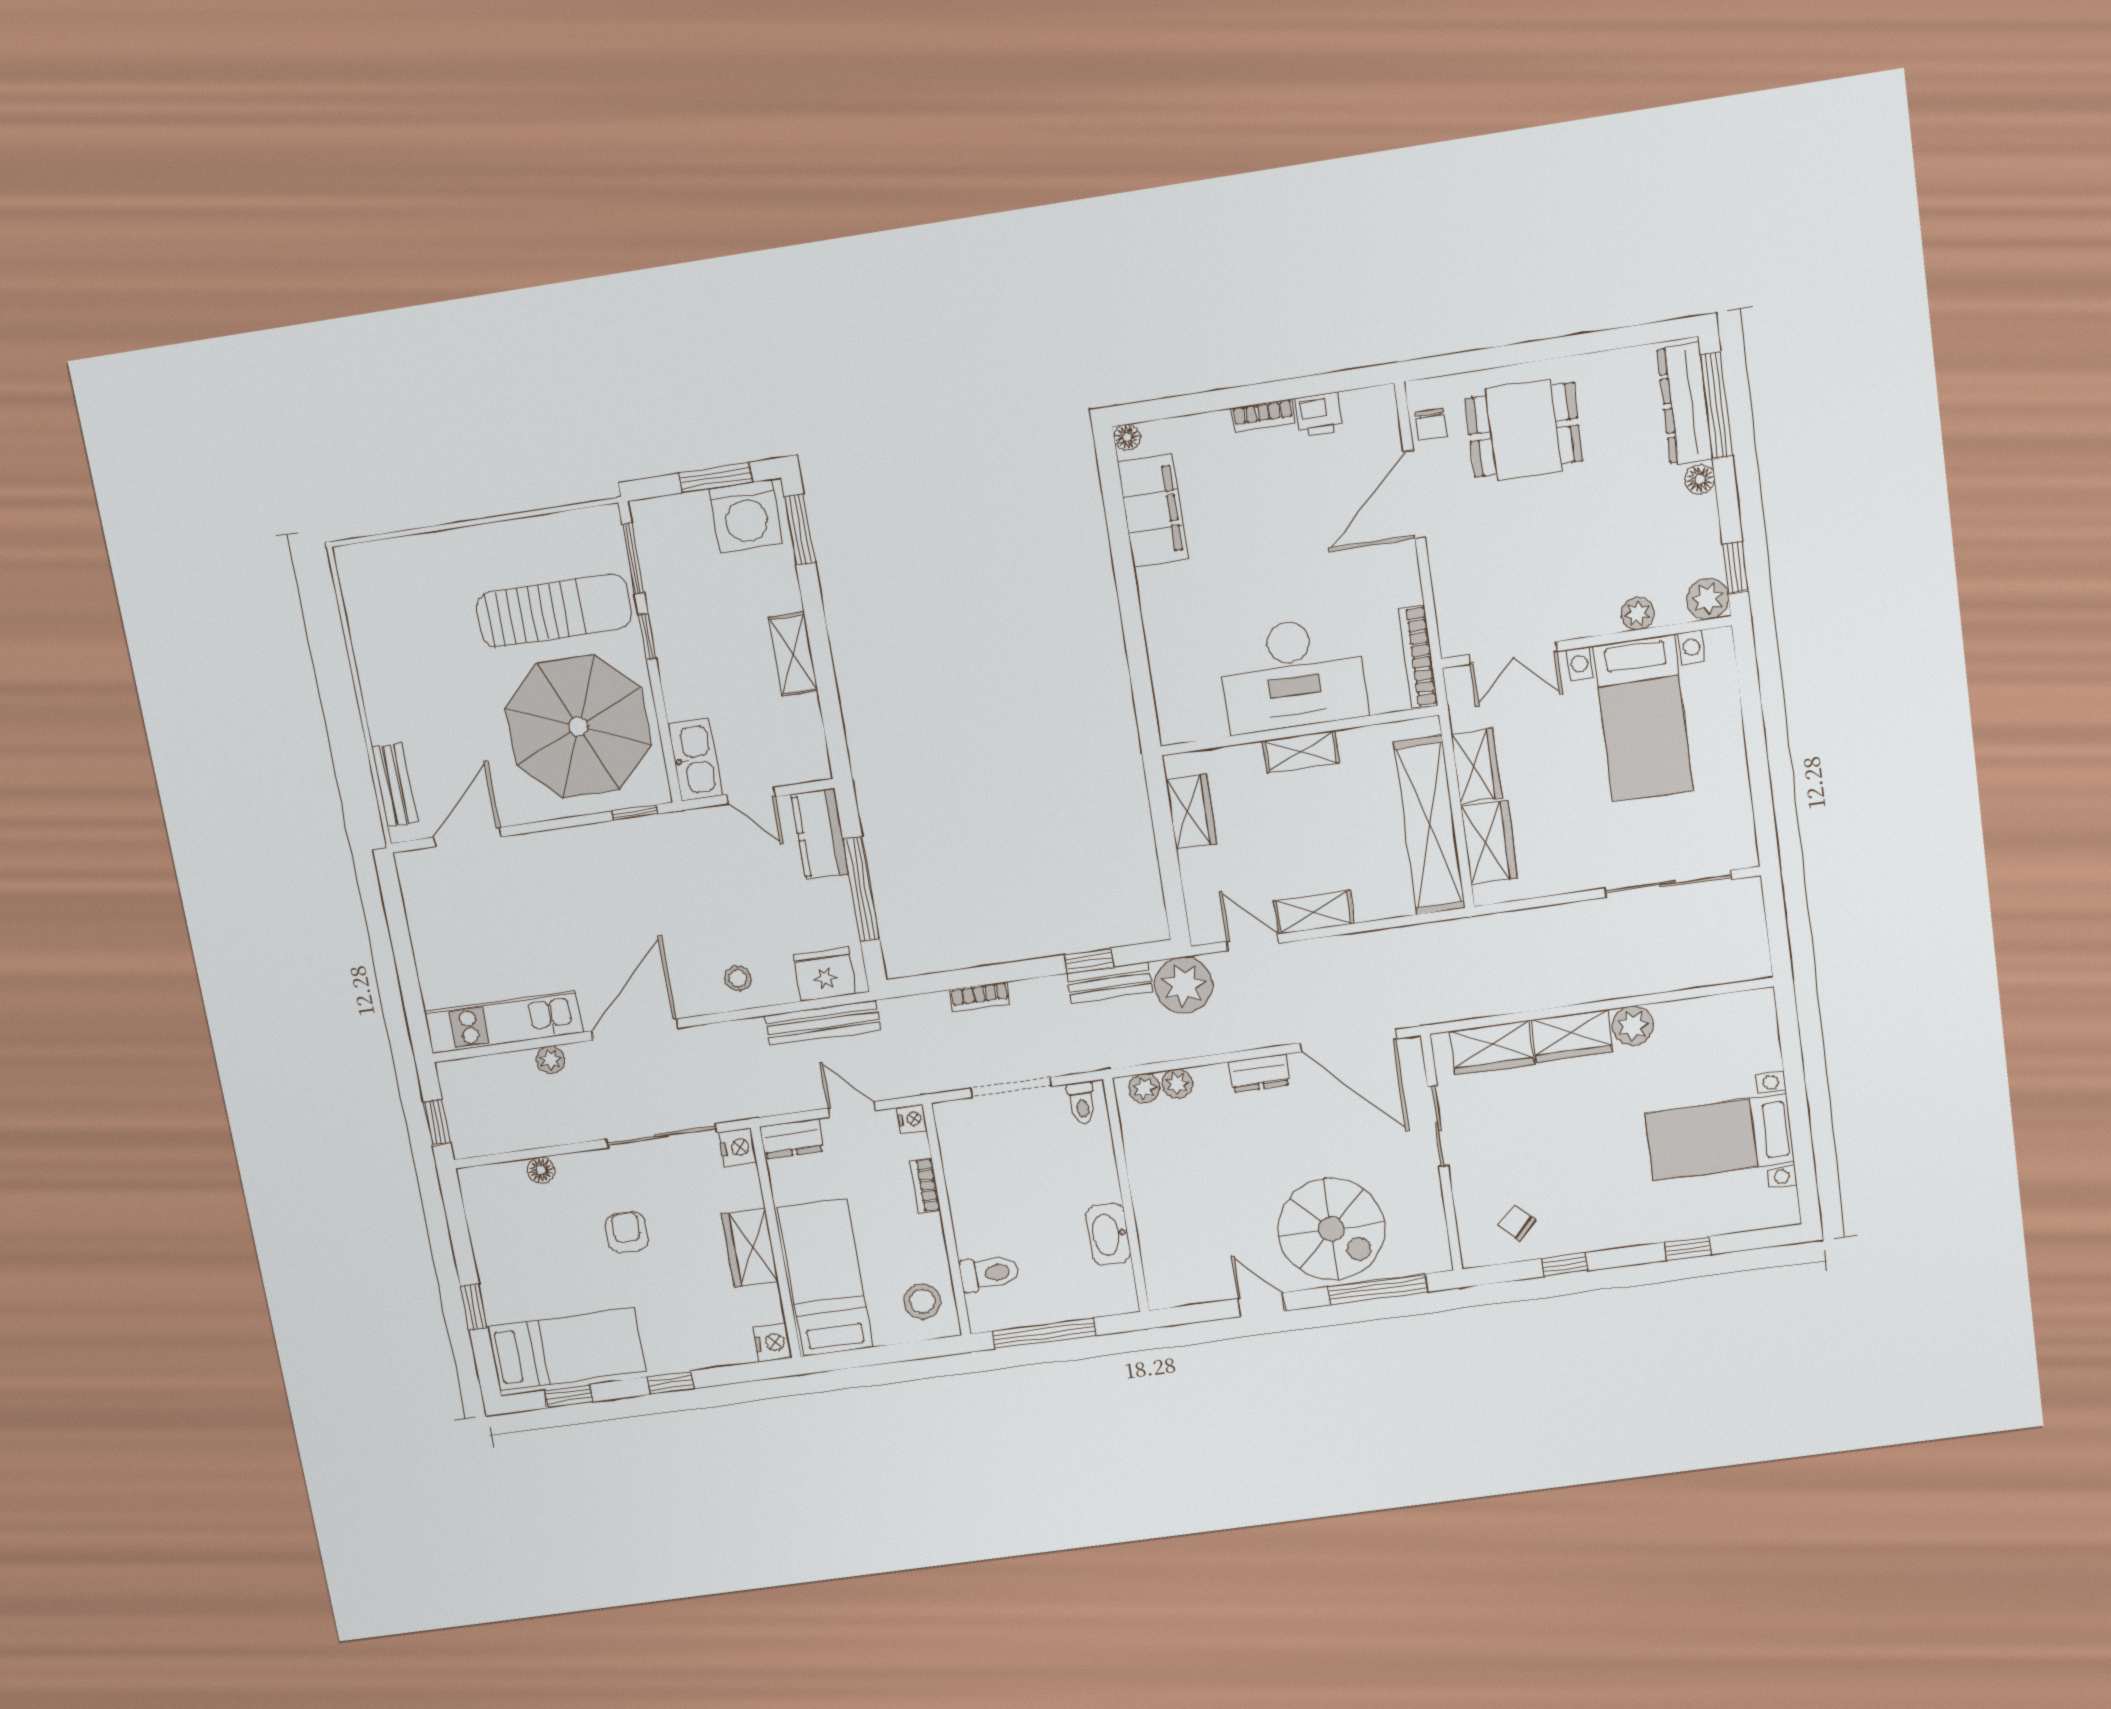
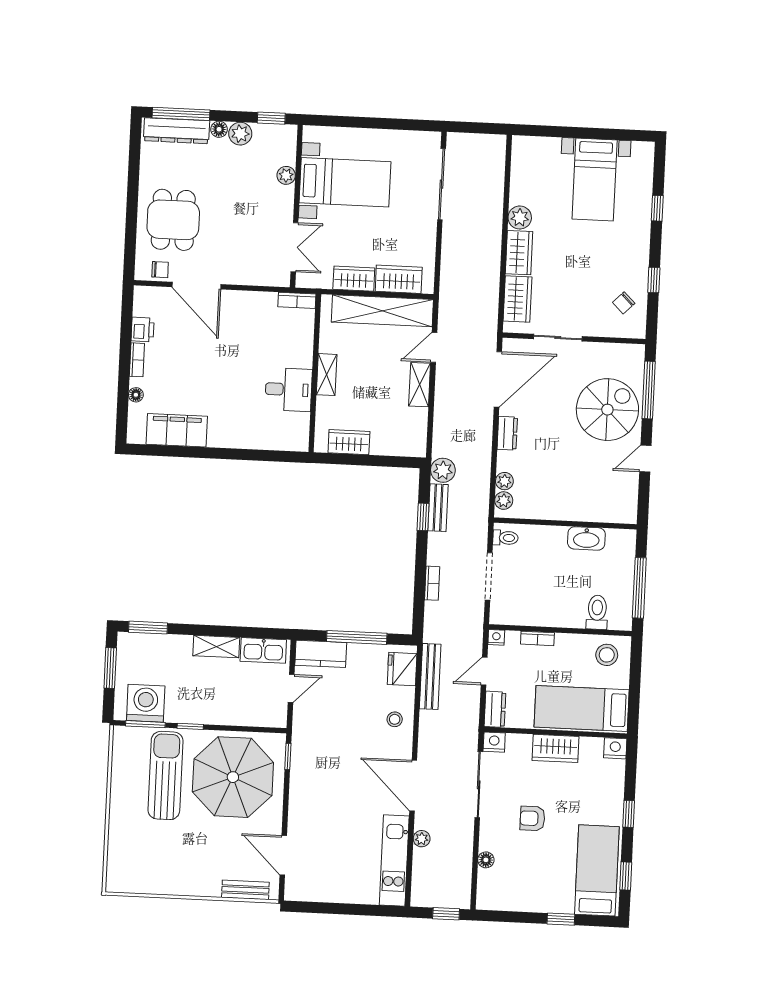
floor lamp: (1127, 437) -> (136, 395), moved
washing machine: (746, 516) -> (146, 703), moved, turned -90
plant: (1708, 599) -> (240, 134), moved
bookcase: (1418, 657) -> (297, 300), width x0.64
desk: (1293, 674) -> (288, 390), width x0.53, depth x0.77
kitchen sink: (695, 760) -> (263, 650), moved, turned 180
door: (1253, 942) -> (434, 347), moved
plant: (1184, 985) -> (443, 470), width x0.73, depth x0.73

